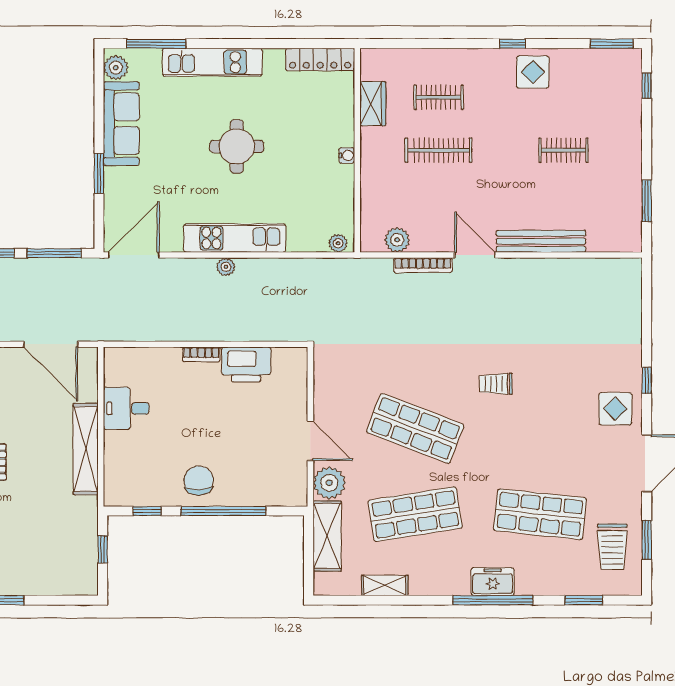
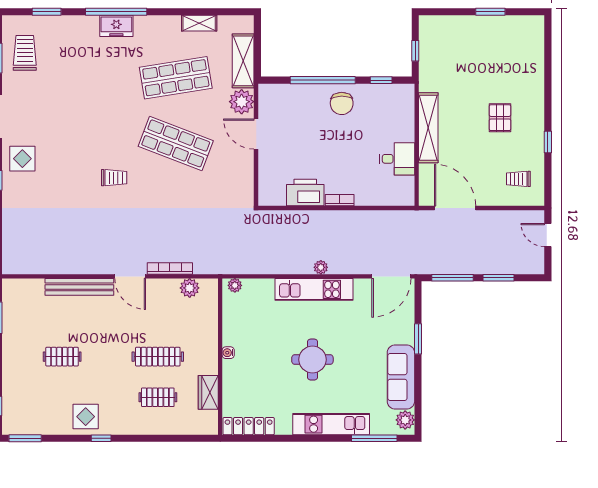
shop shelf: (540, 514) -> (80, 78), removed

